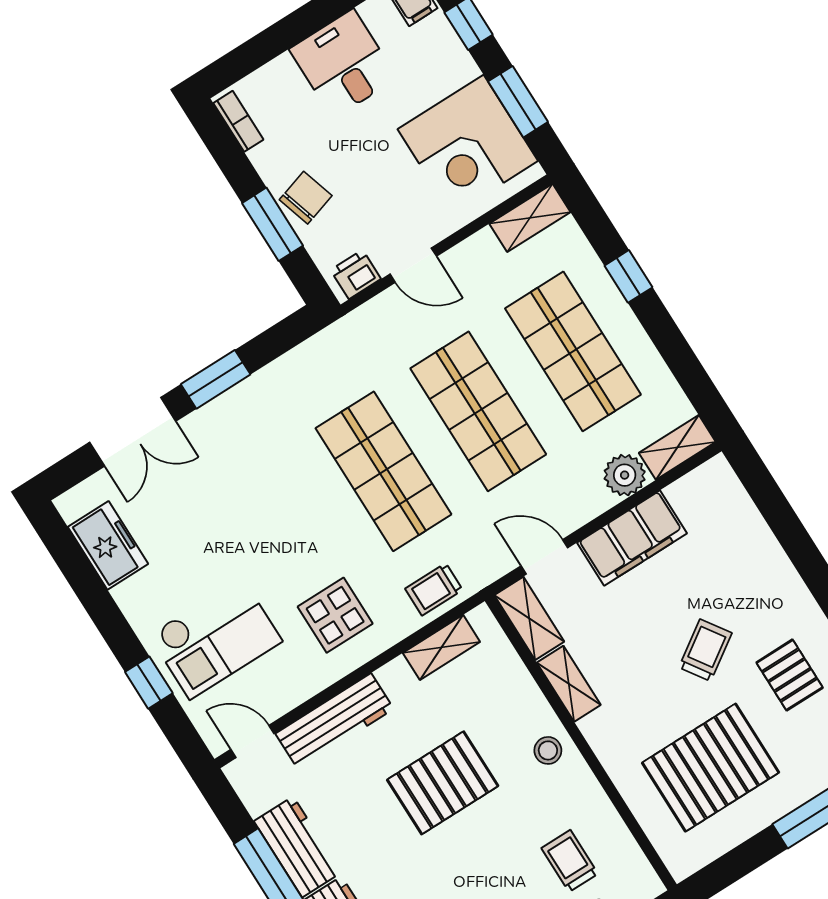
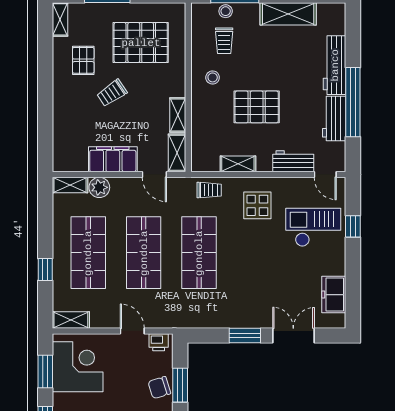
shelving: (441, 647) -> (238, 164), moved
workbench: (335, 721) -> (293, 161), width x0.73
stool: (548, 750) -> (213, 77), moved

